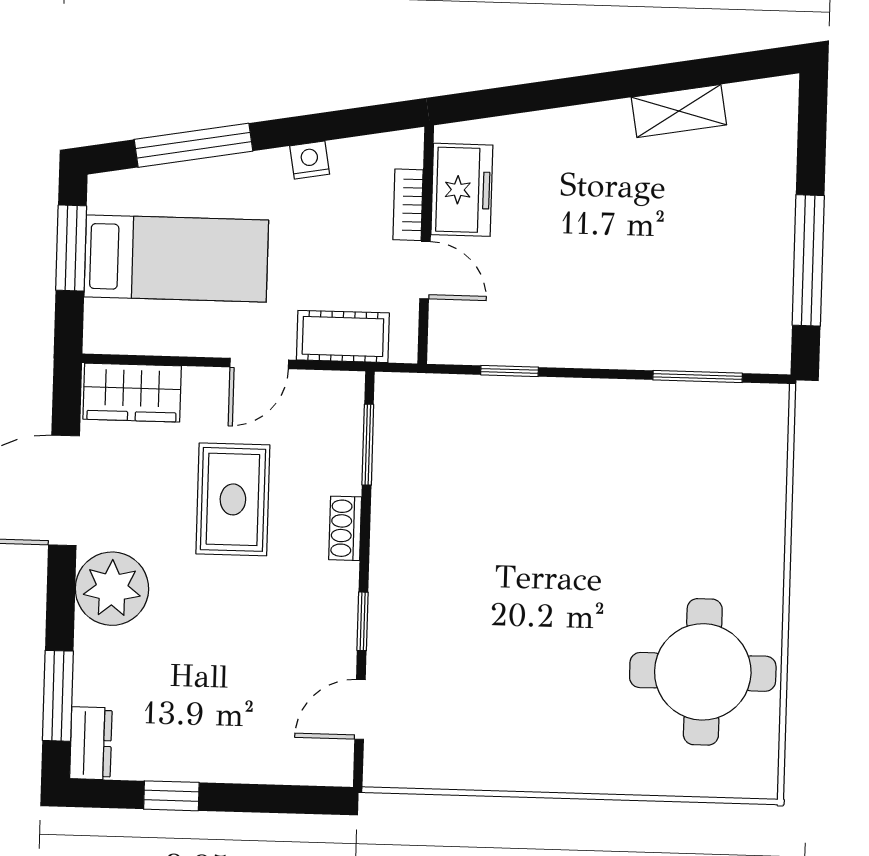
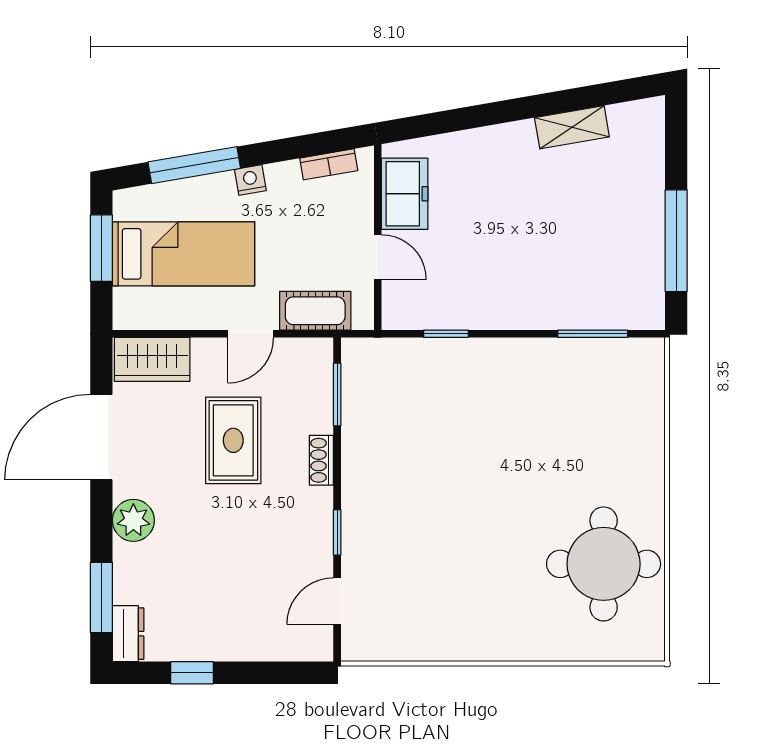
nightstand: (310, 160) -> (250, 180), moved
bookcase: (408, 205) -> (329, 164), moved, turned -100
plant: (112, 589) -> (133, 520), width x0.73, depth x0.73

